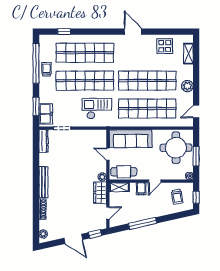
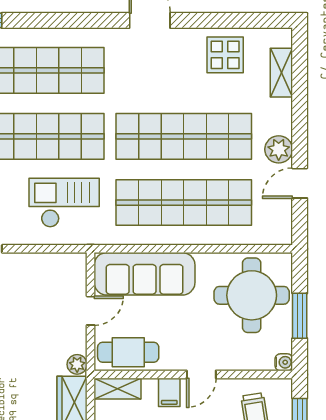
door: (196, 112) -> (300, 183), moved
door: (108, 154) -> (91, 311), swing flipped

